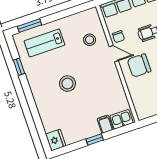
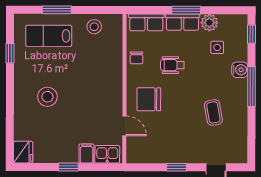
window: (30, 26) -> (57, 10), moved
stool: (90, 40) -> (94, 27), moved
door: (114, 54) -> (124, 126), moved
stool: (67, 84) -> (47, 97), moved

